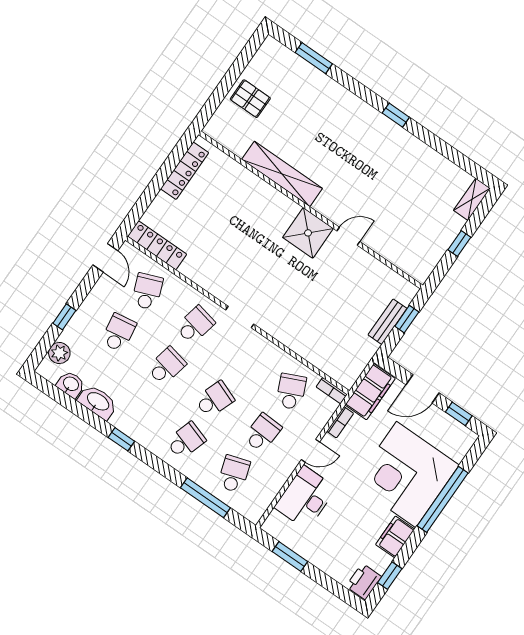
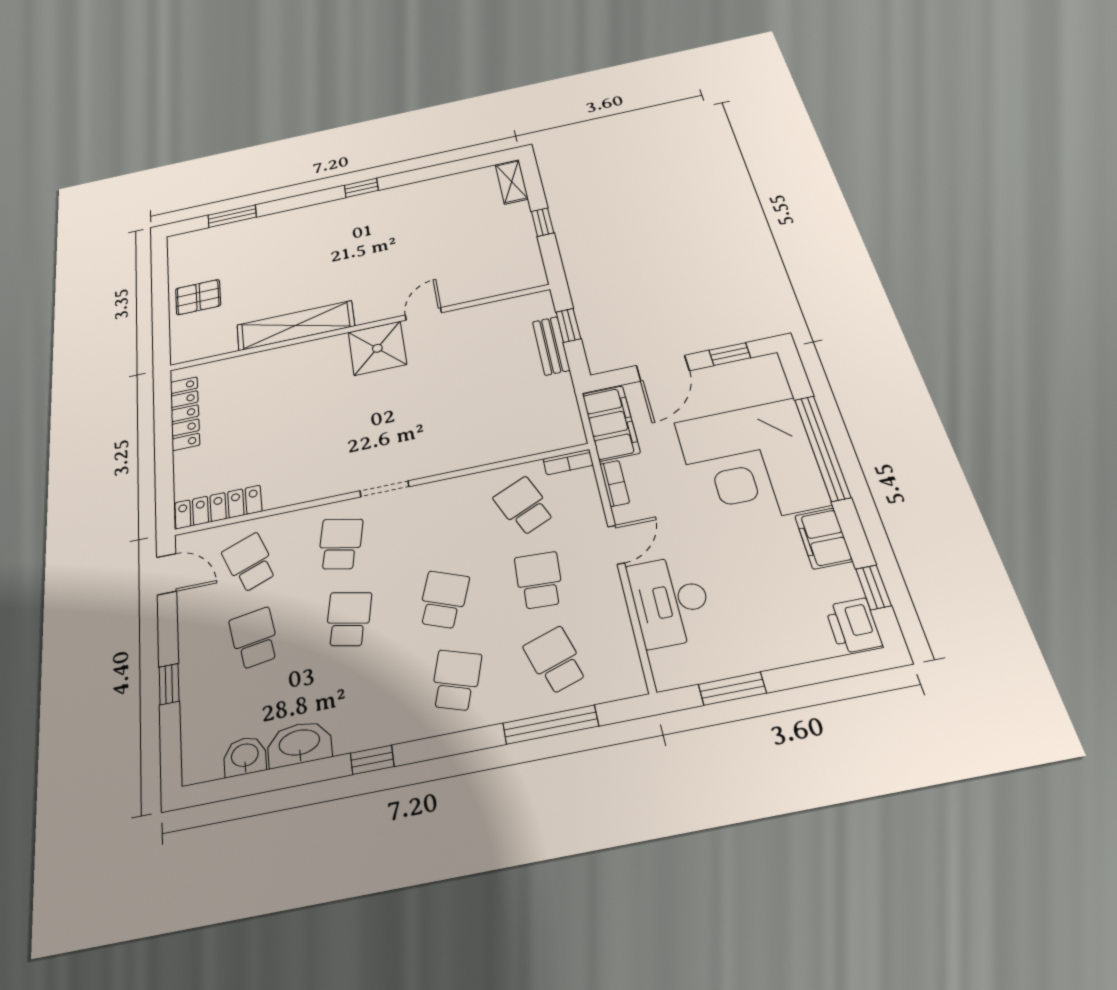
plant: (59, 353) -> (198, 732), removed

